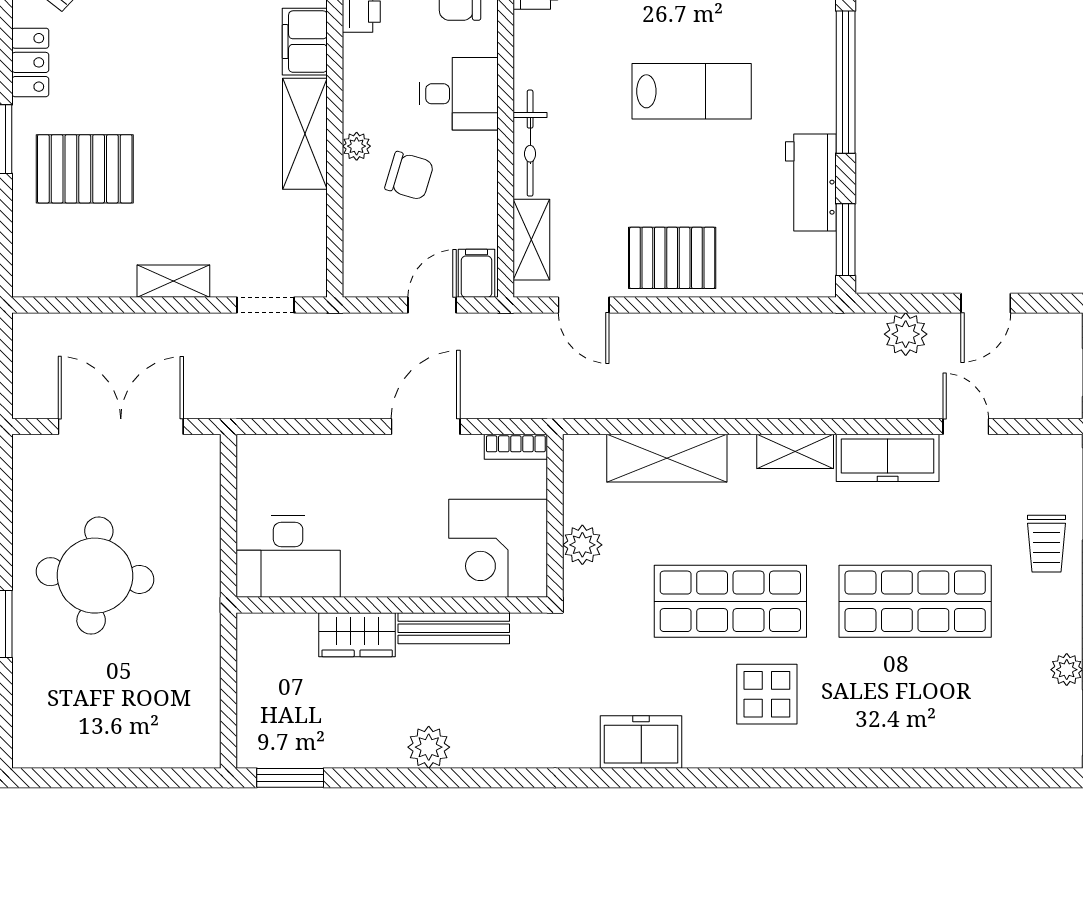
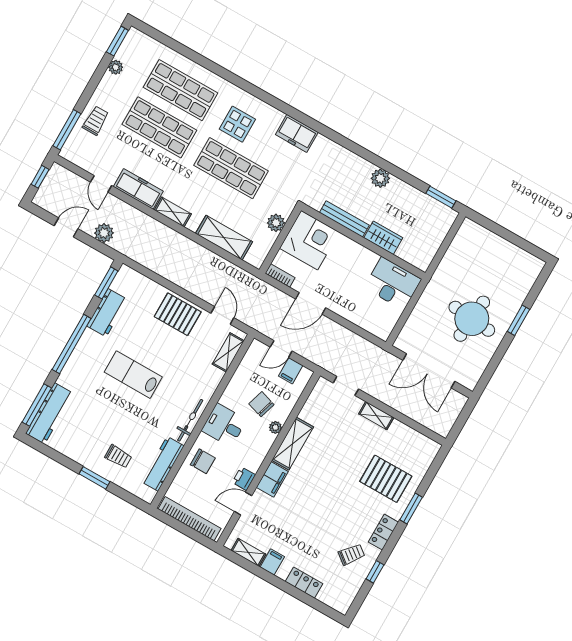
bicycle: (530, 143) -> (190, 420), moved
filing cabinet: (476, 273) -> (291, 371), moved
shop shelf: (915, 697) -> (181, 90), added

